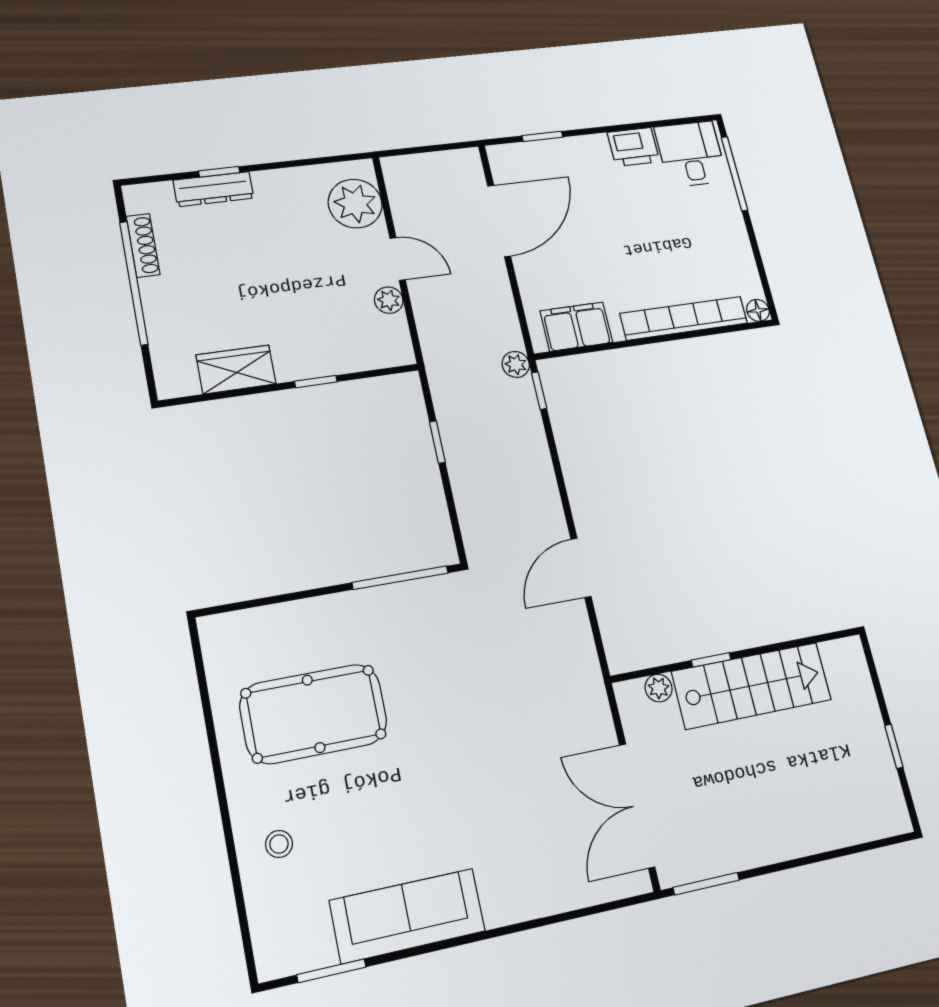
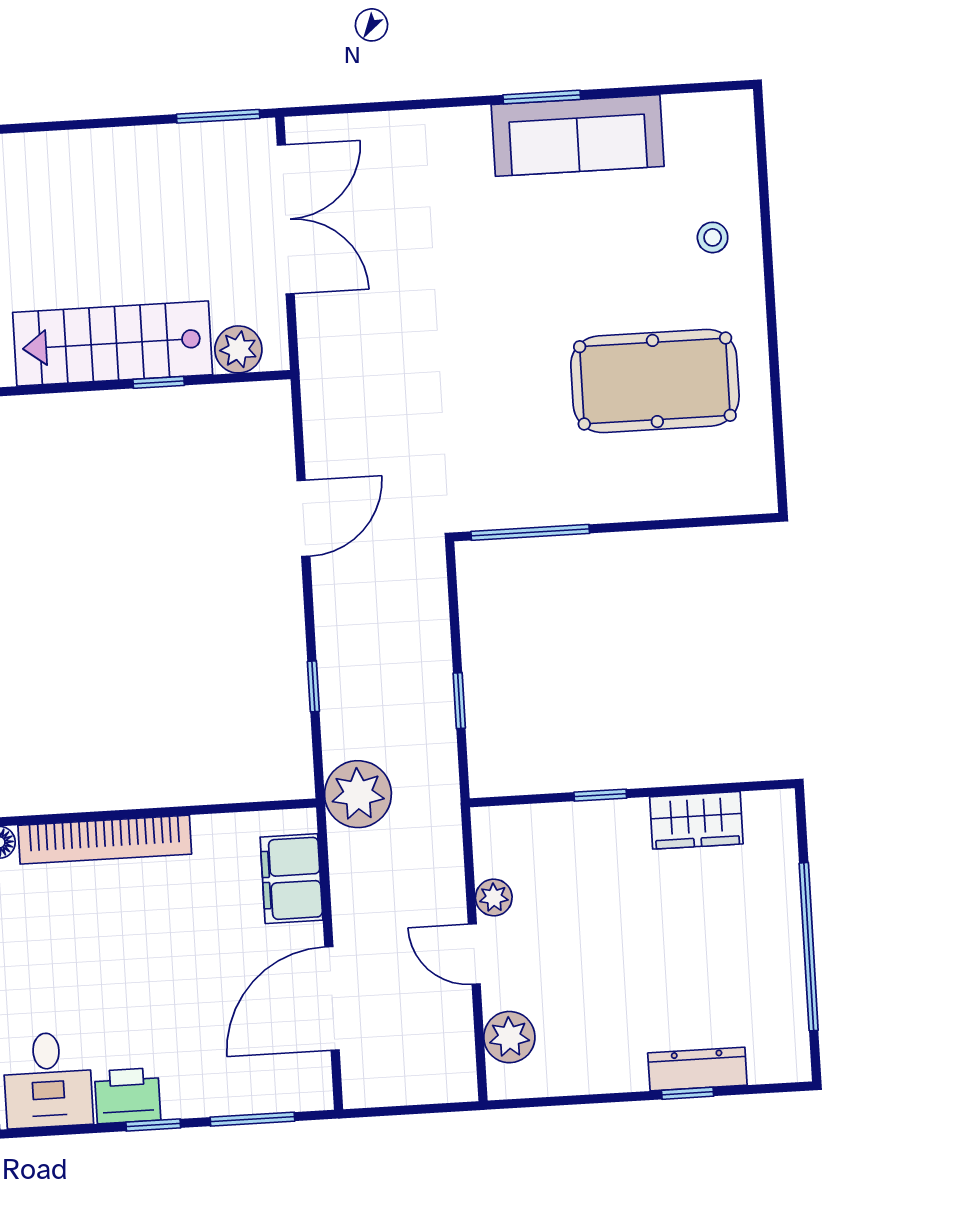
window: (612, 129) -> (153, 1125), added
window: (542, 136) -> (252, 1119), width x1.50
plant: (355, 204) -> (509, 1037), width x0.73, depth x0.73
shoe rack: (143, 245) -> (793, 997), removed
filing cabinet: (576, 327) -> (291, 879), moved, turned 90
plant: (516, 364) -> (358, 794), width x1.88, depth x1.88
window: (539, 391) -> (313, 686), moved
plant: (659, 688) -> (238, 349), width x1.38, depth x1.38
window: (331, 971) -> (542, 97), moved

